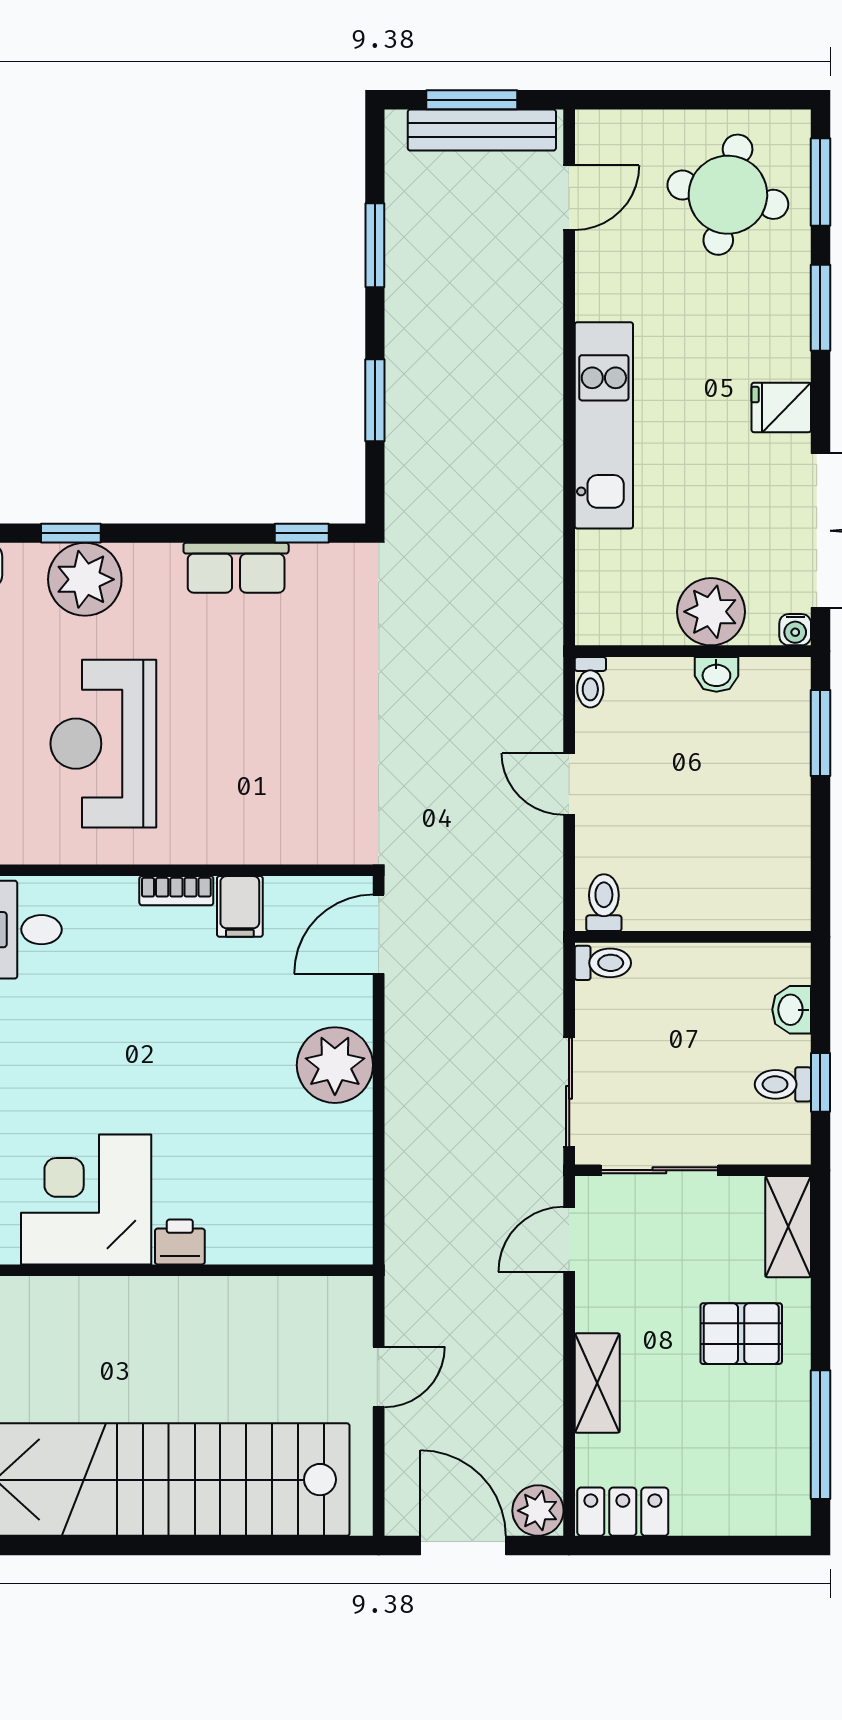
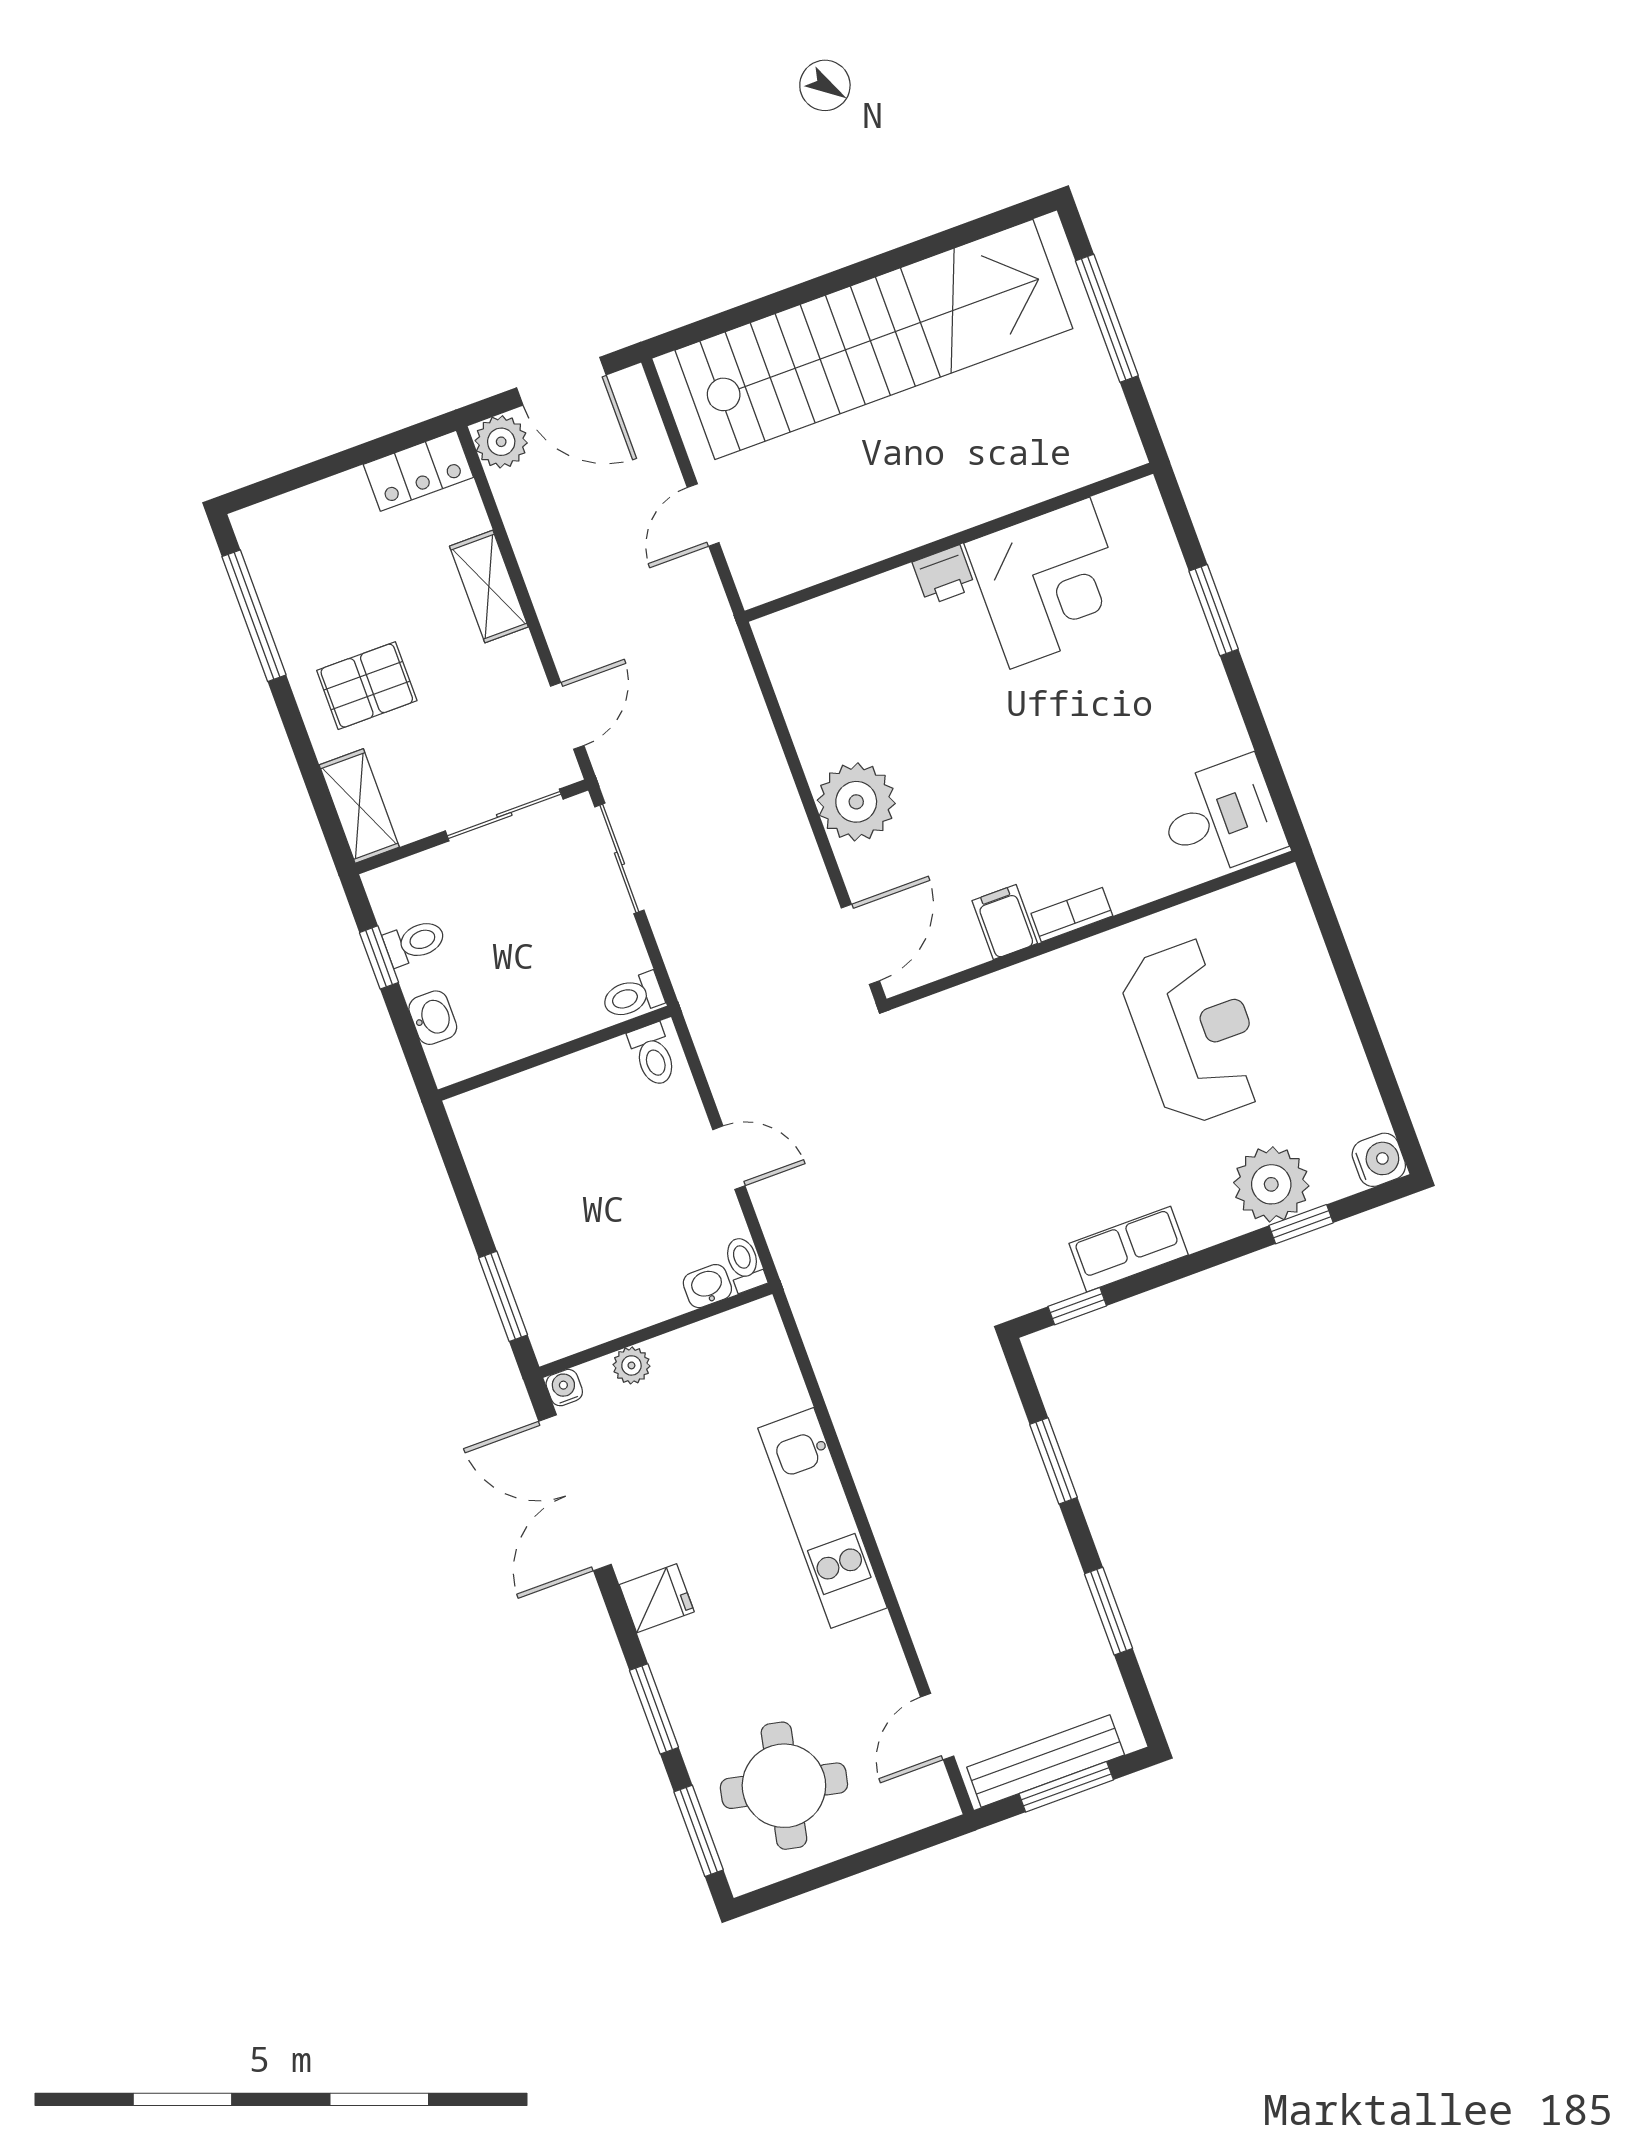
plant: (711, 612) -> (631, 1365), width x0.53, depth x0.53
washbasin: (716, 674) -> (707, 1286), moved

